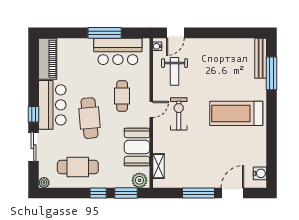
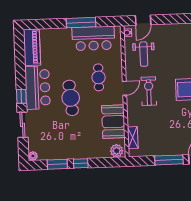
cafe table: (78, 167) -> (62, 141), removed
window: (126, 193) -> (57, 164), moved

